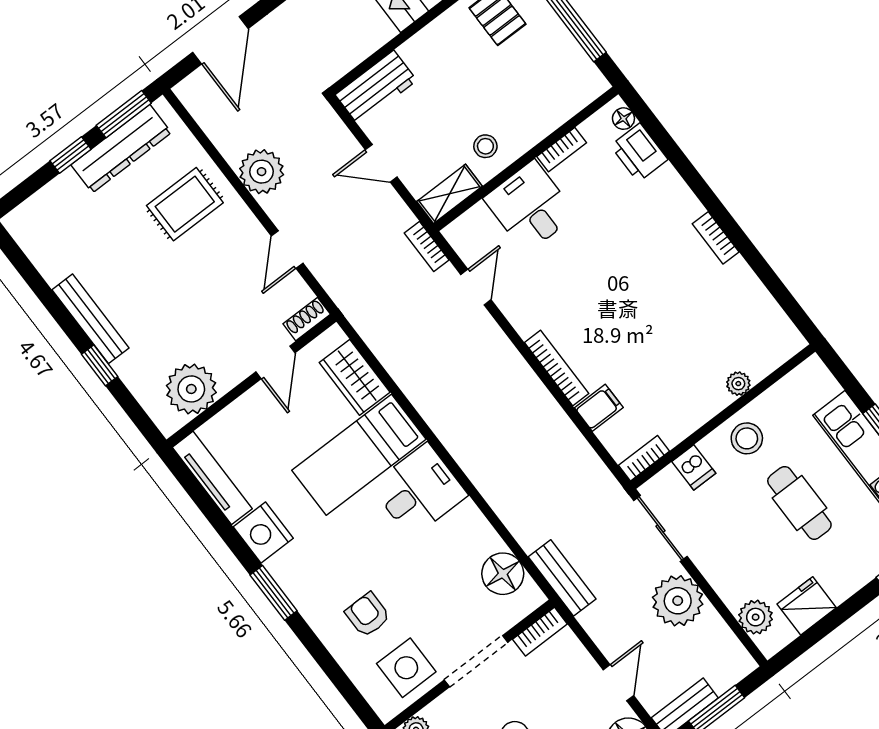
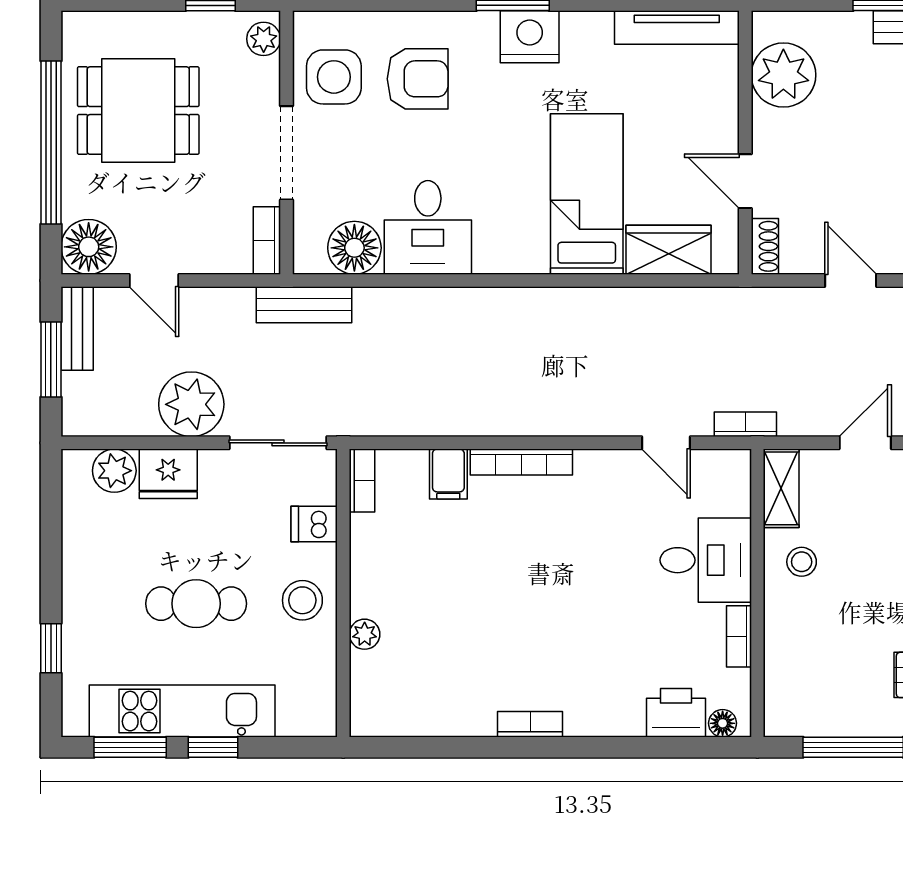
desk: (419, 490) -> (428, 227), moved
nightstand: (263, 532) -> (530, 37), moved
fridge: (807, 606) -> (168, 474), moved, turned 90
armchair: (368, 615) -> (418, 79), width x1.38, depth x1.38

